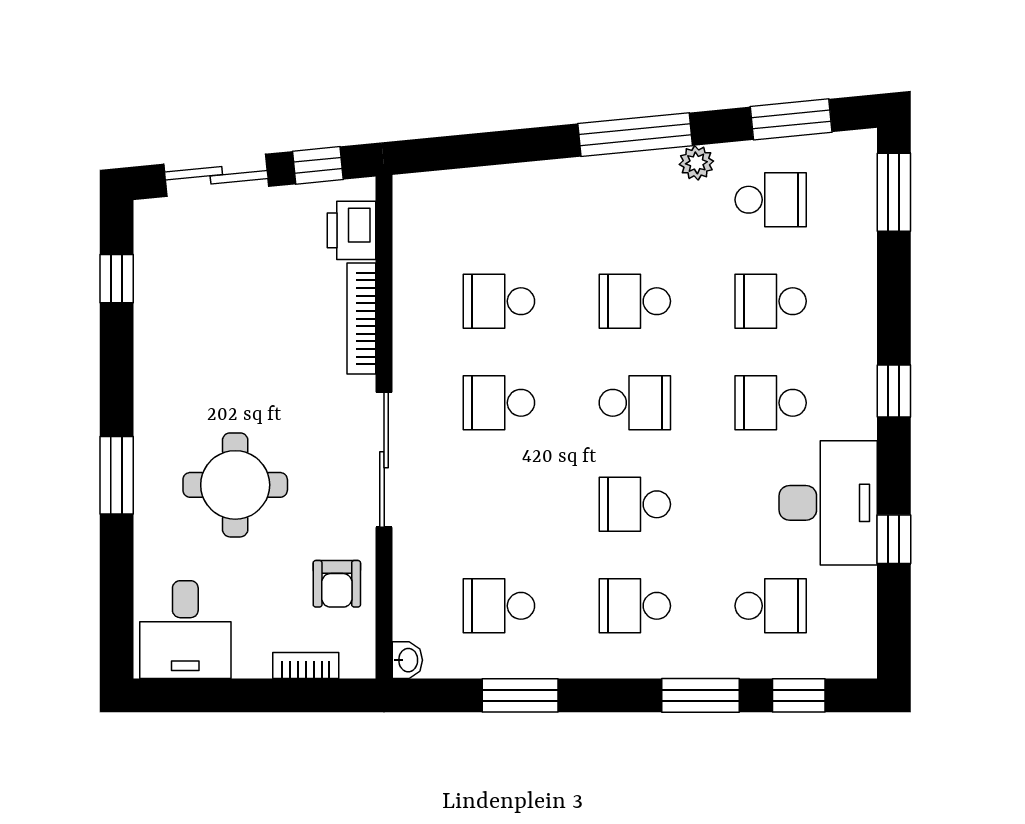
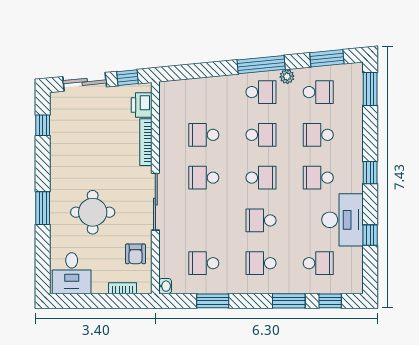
school desk: (635, 200) -> (261, 92), added
school desk: (635, 301) -> (261, 135), turned 180

